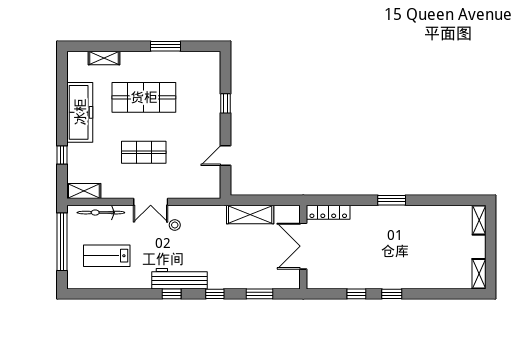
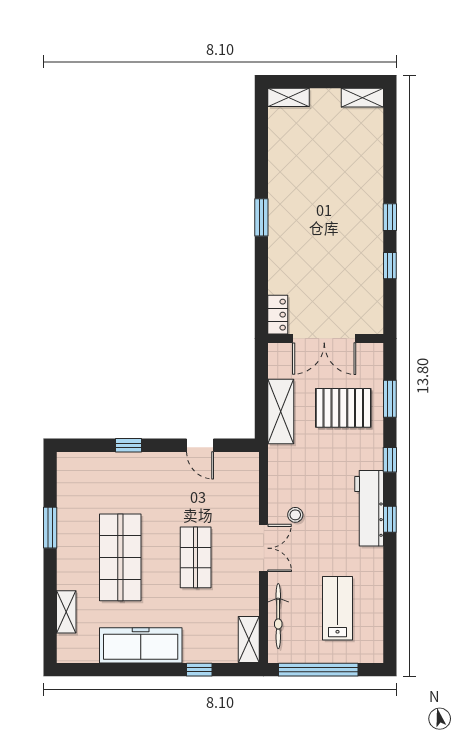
locker: (328, 212) -> (278, 315), width x0.66
lab bench: (107, 256) -> (337, 608), turned 180
pallet: (253, 260) -> (343, 408), added

